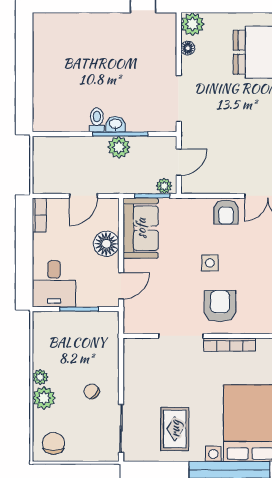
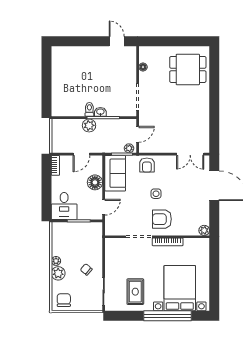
plant: (192, 24) -> (146, 53), removed
plant: (119, 147) -> (89, 125), moved
armchair: (226, 212) -> (147, 165), moved
armchair: (220, 306) -> (162, 219), turned -90

